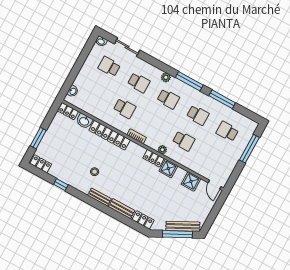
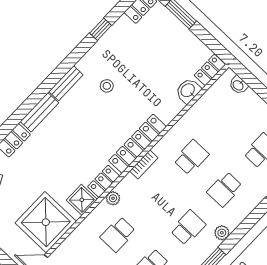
school desk: (168, 99) -> (188, 228), turned 180
school desk: (125, 108) -> (191, 157), turned 180
locker: (110, 135) -> (138, 144), moved
shower: (191, 181) -> (46, 222), width x1.86, depth x1.86

